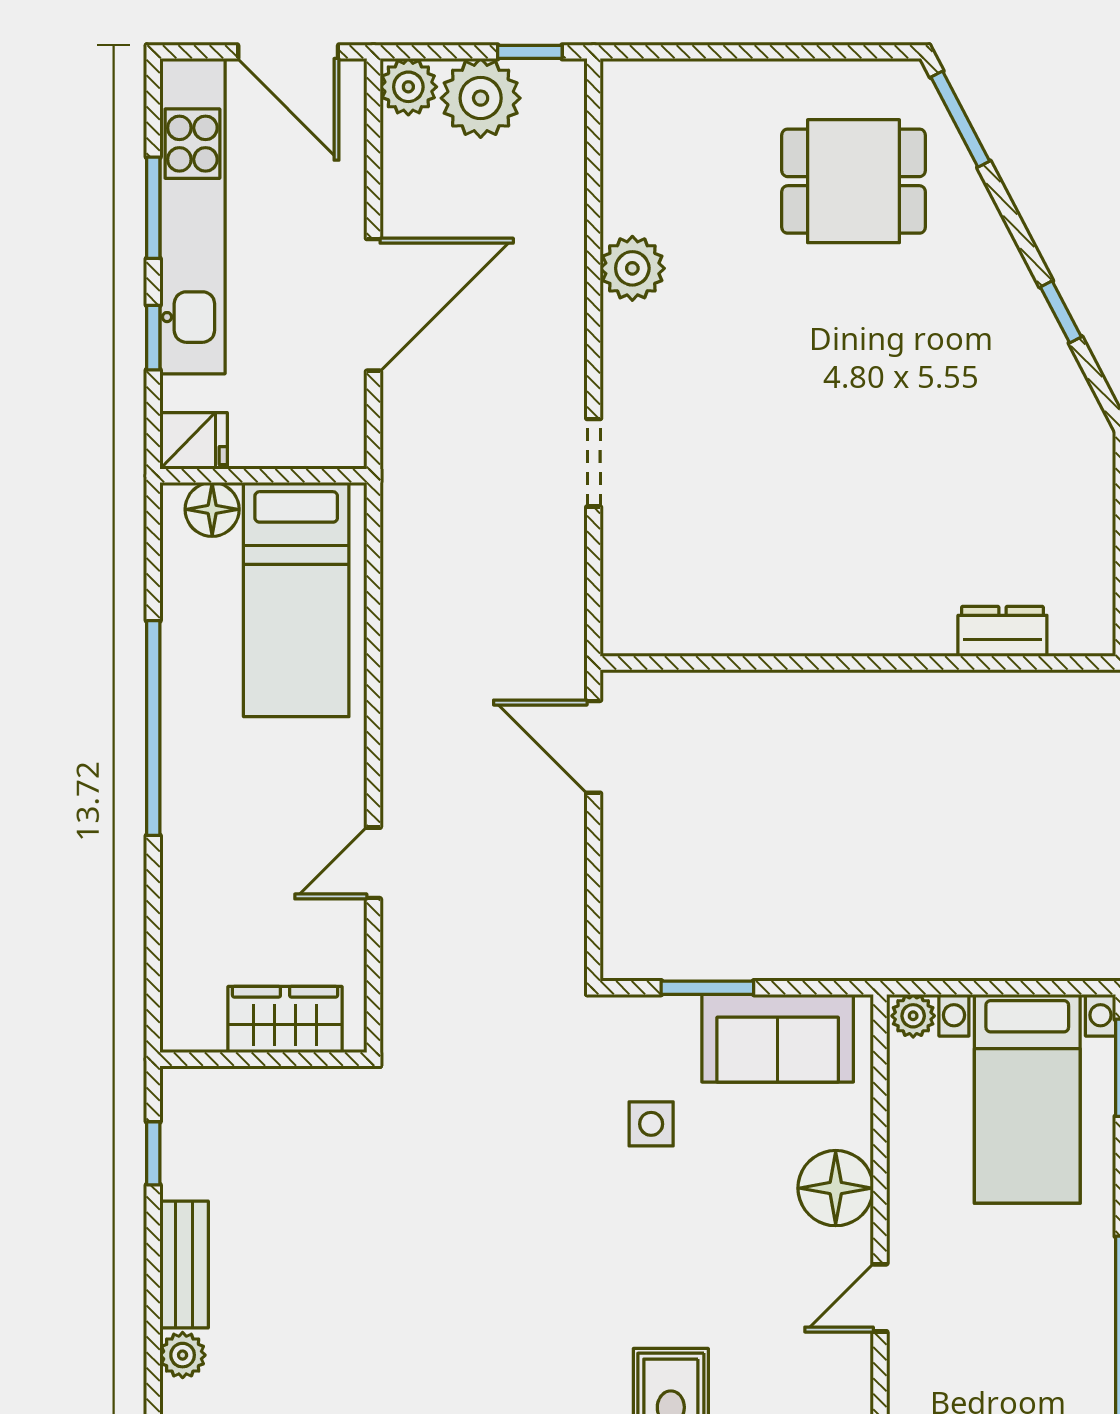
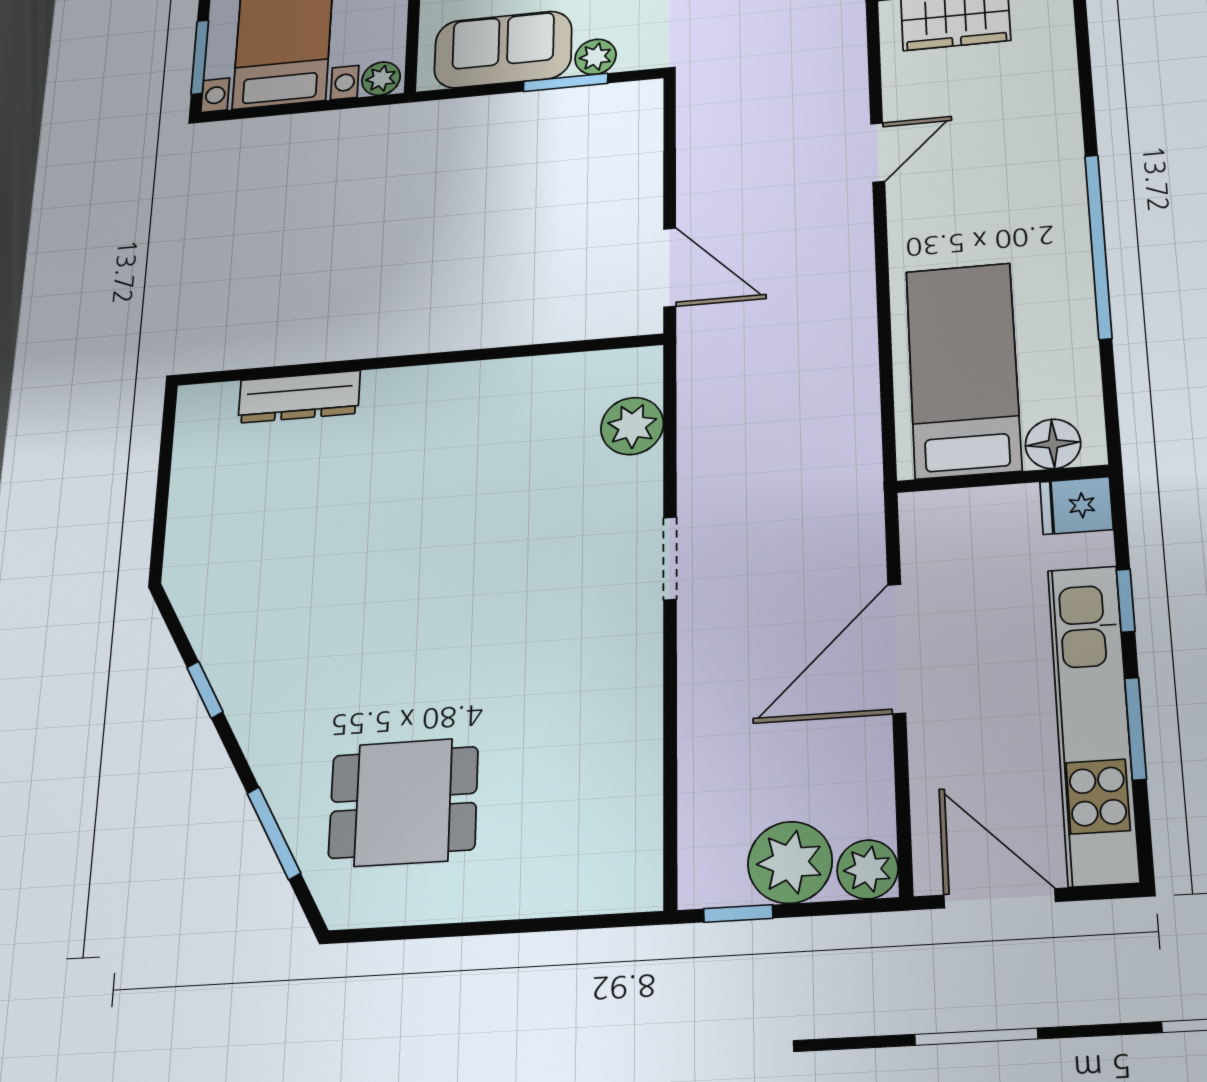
window: (960, 119) -> (274, 833), moved
plant: (632, 268) -> (632, 426), moved
doorway: (594, 463) -> (670, 558), moved
dresser: (1002, 631) -> (299, 397), width x1.44
plant: (675, 1017) -> (596, 57), added

